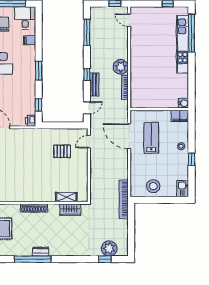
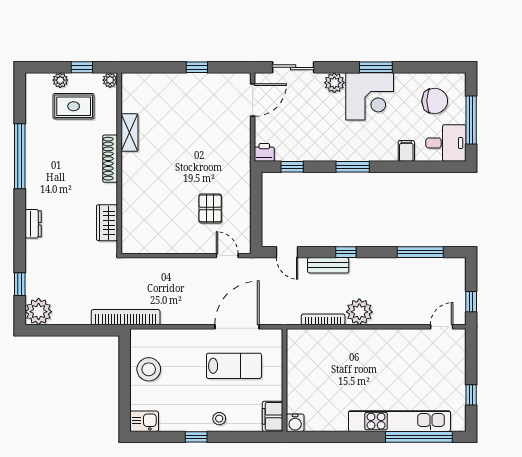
shelving: (66, 197) -> (130, 133), moved
plant: (109, 249) -> (39, 312), moved
dresser: (41, 252) -> (33, 224), moved

